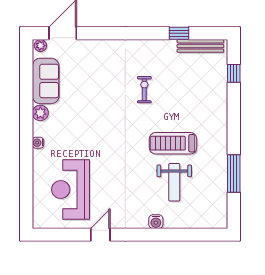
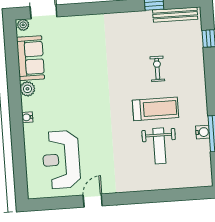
exercise bike: (144, 90) -> (157, 69), moved
treadmill: (173, 143) -> (156, 109), turned 180
water cooler: (156, 222) -> (203, 132), moved, turned -90

